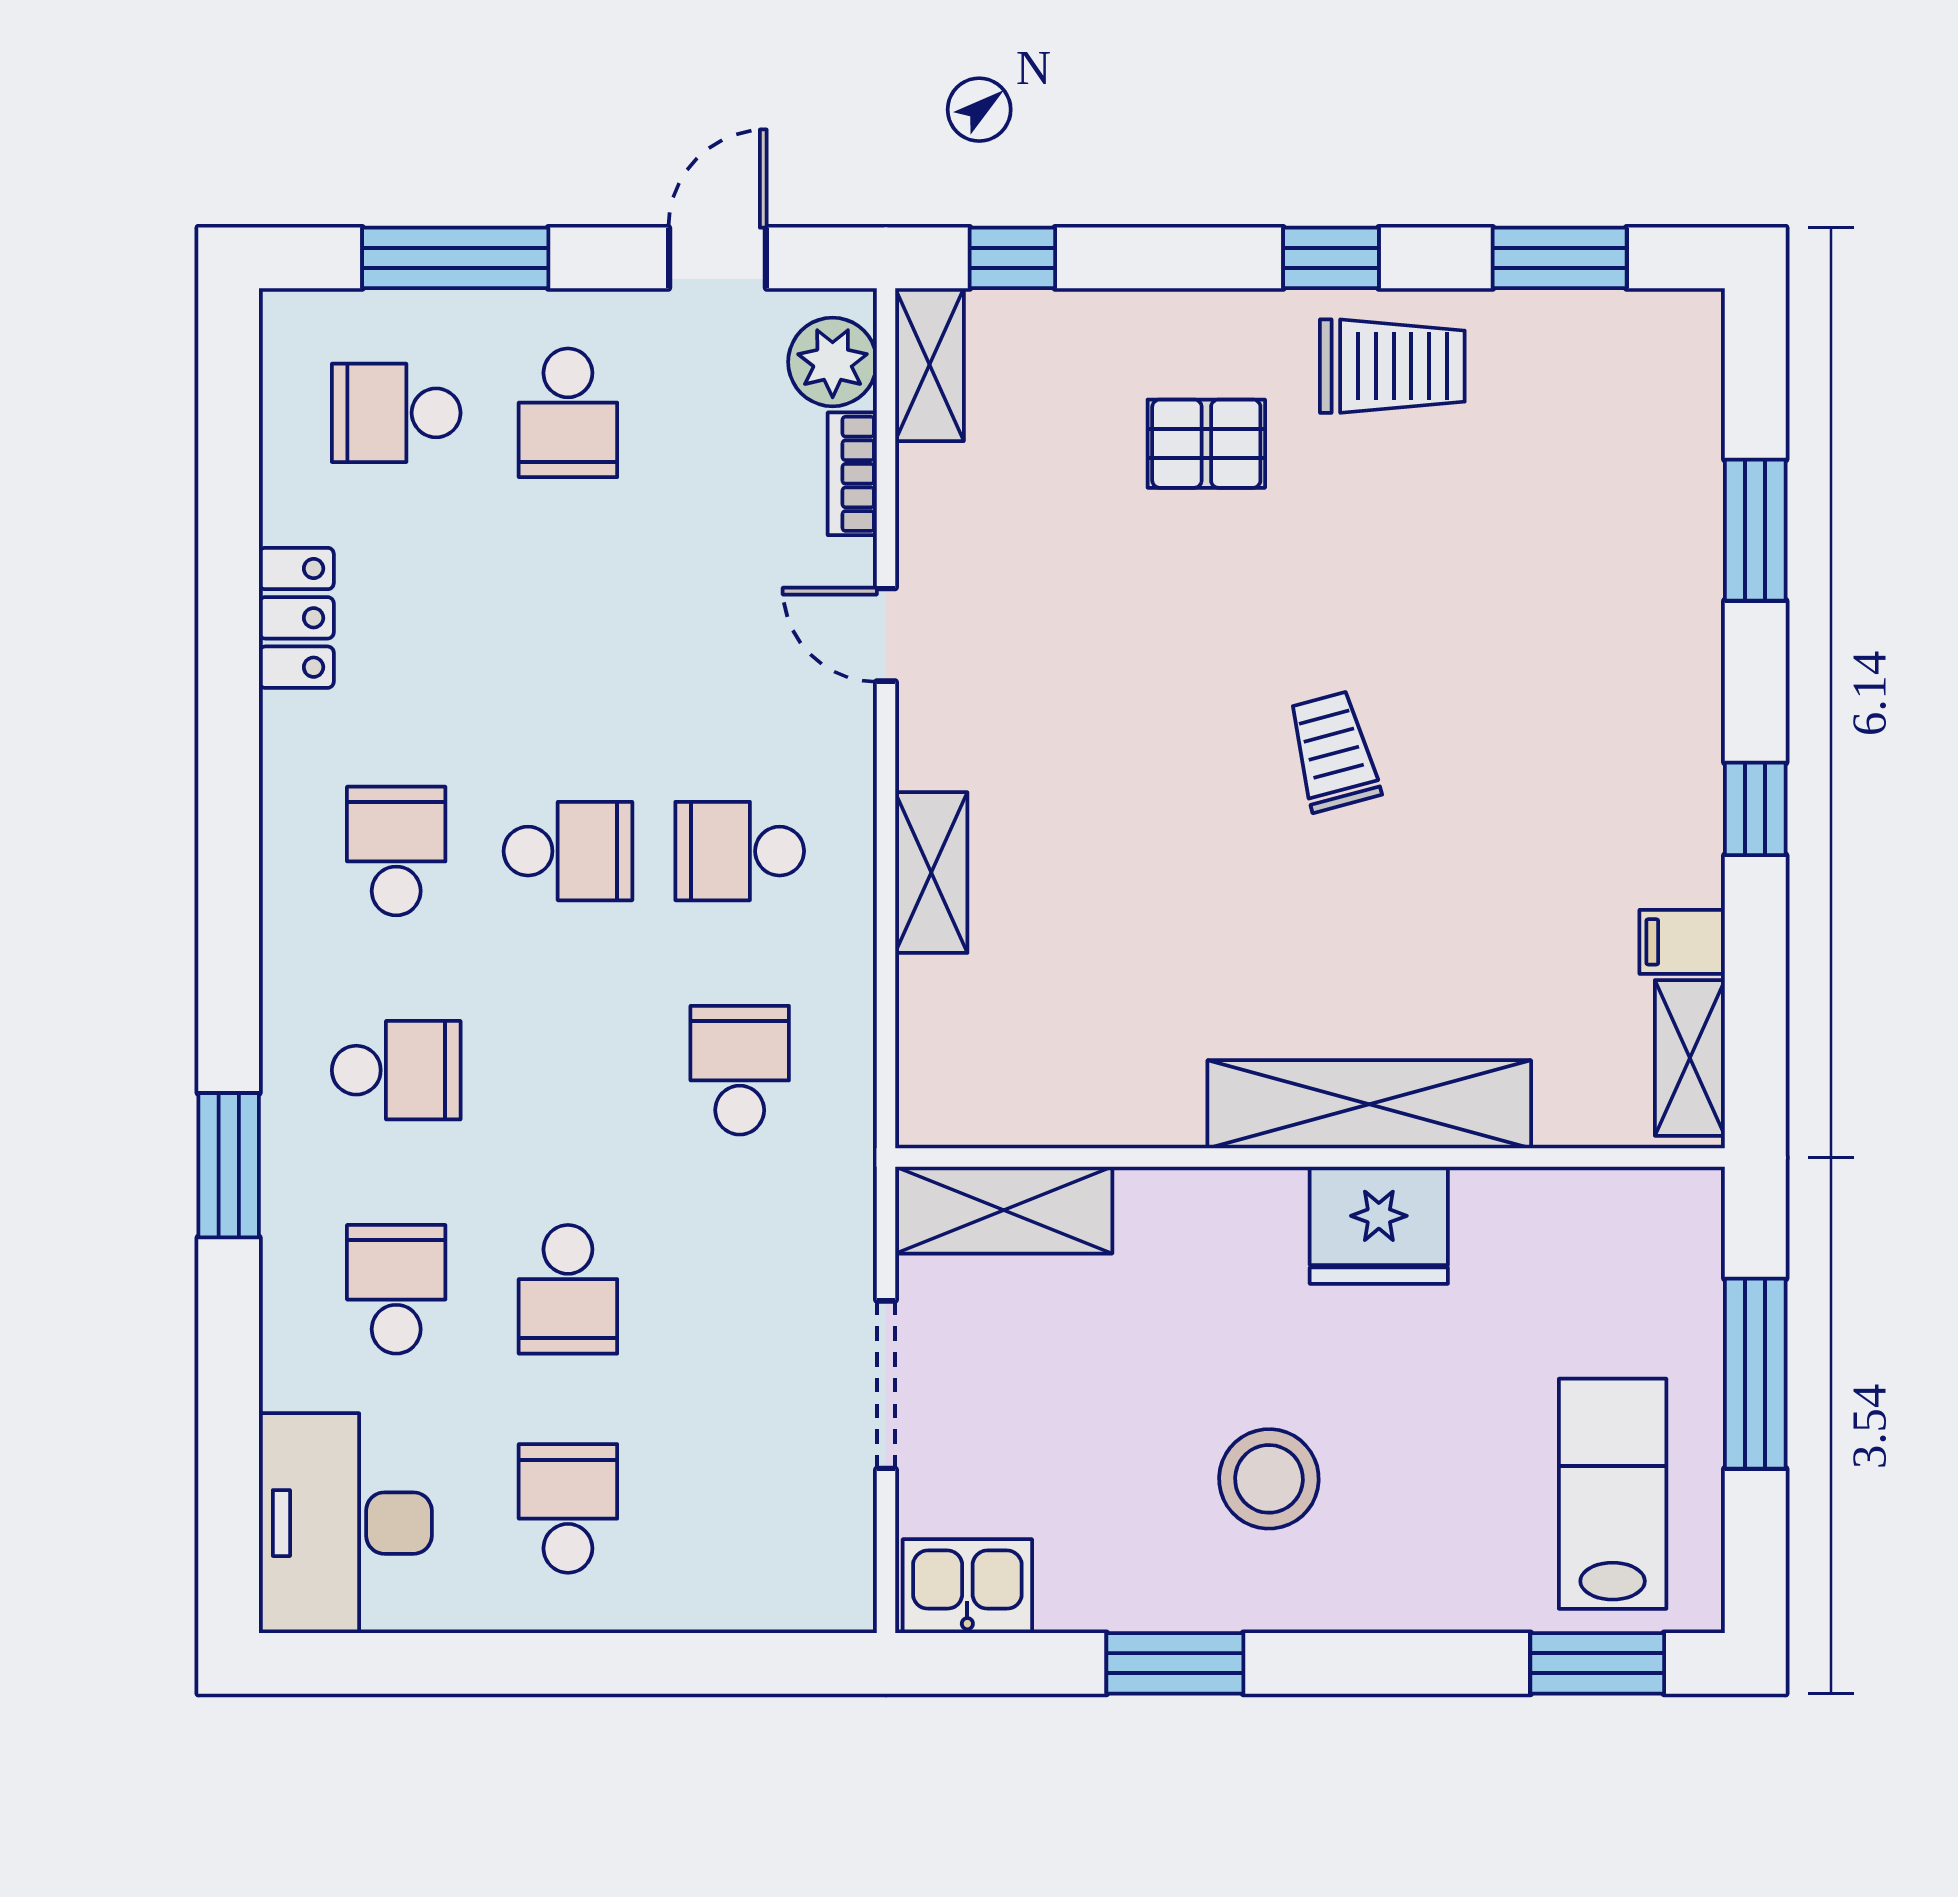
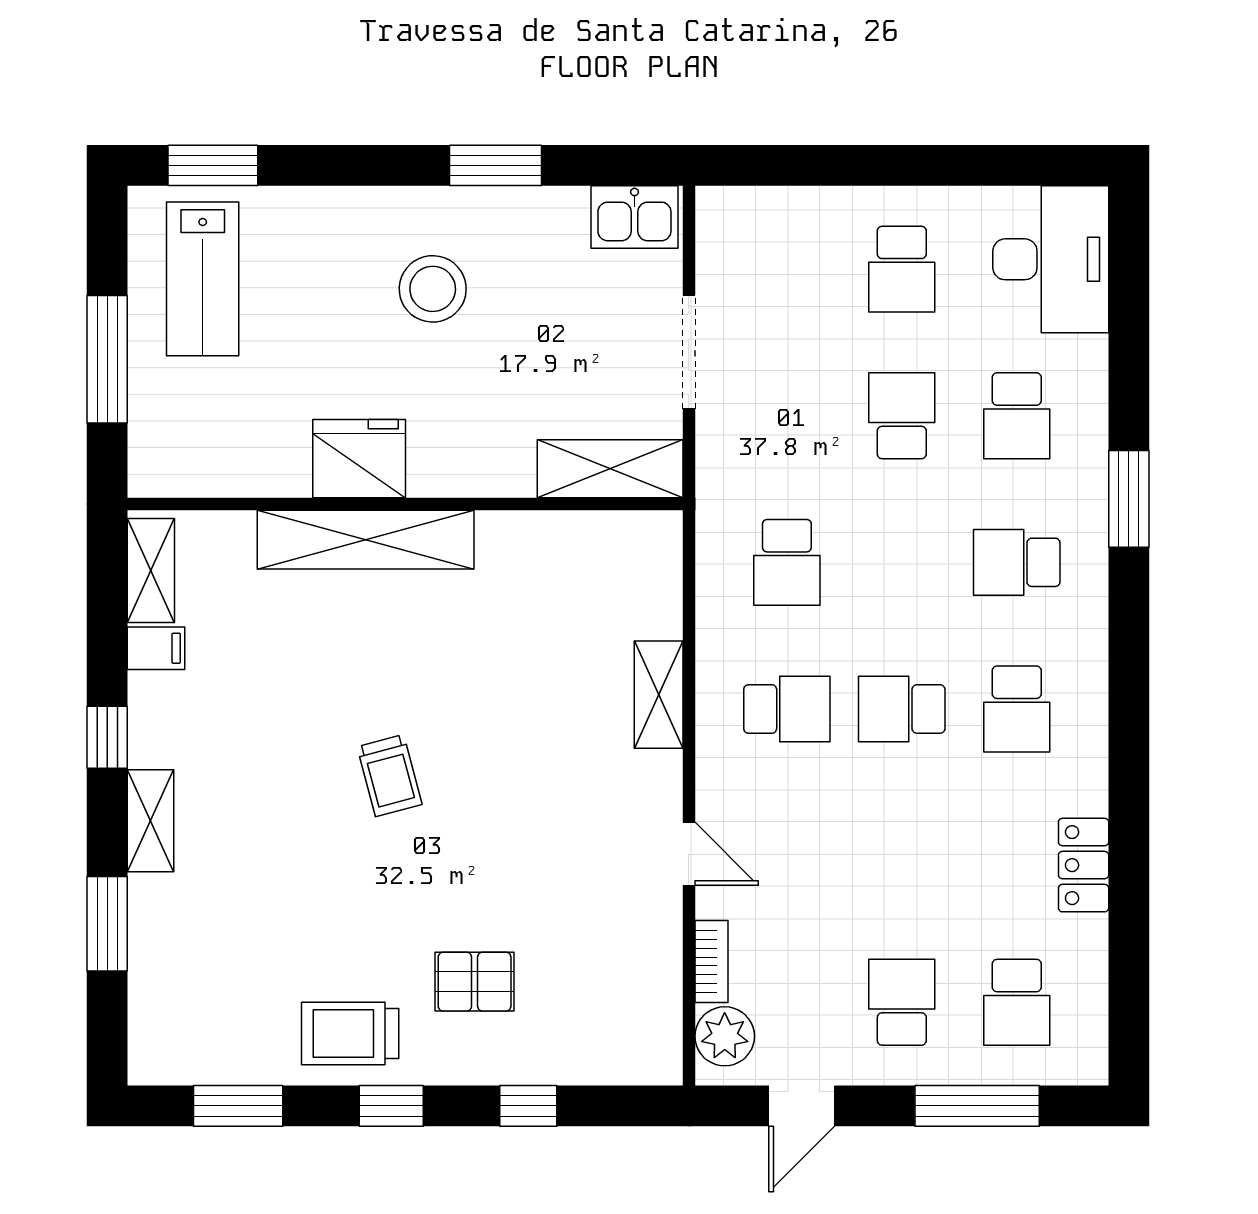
window: (1012, 258) -> (528, 1106), moved
shelving: (929, 365) -> (151, 821), moved
school desk: (396, 413) -> (1017, 1002), turned 90

